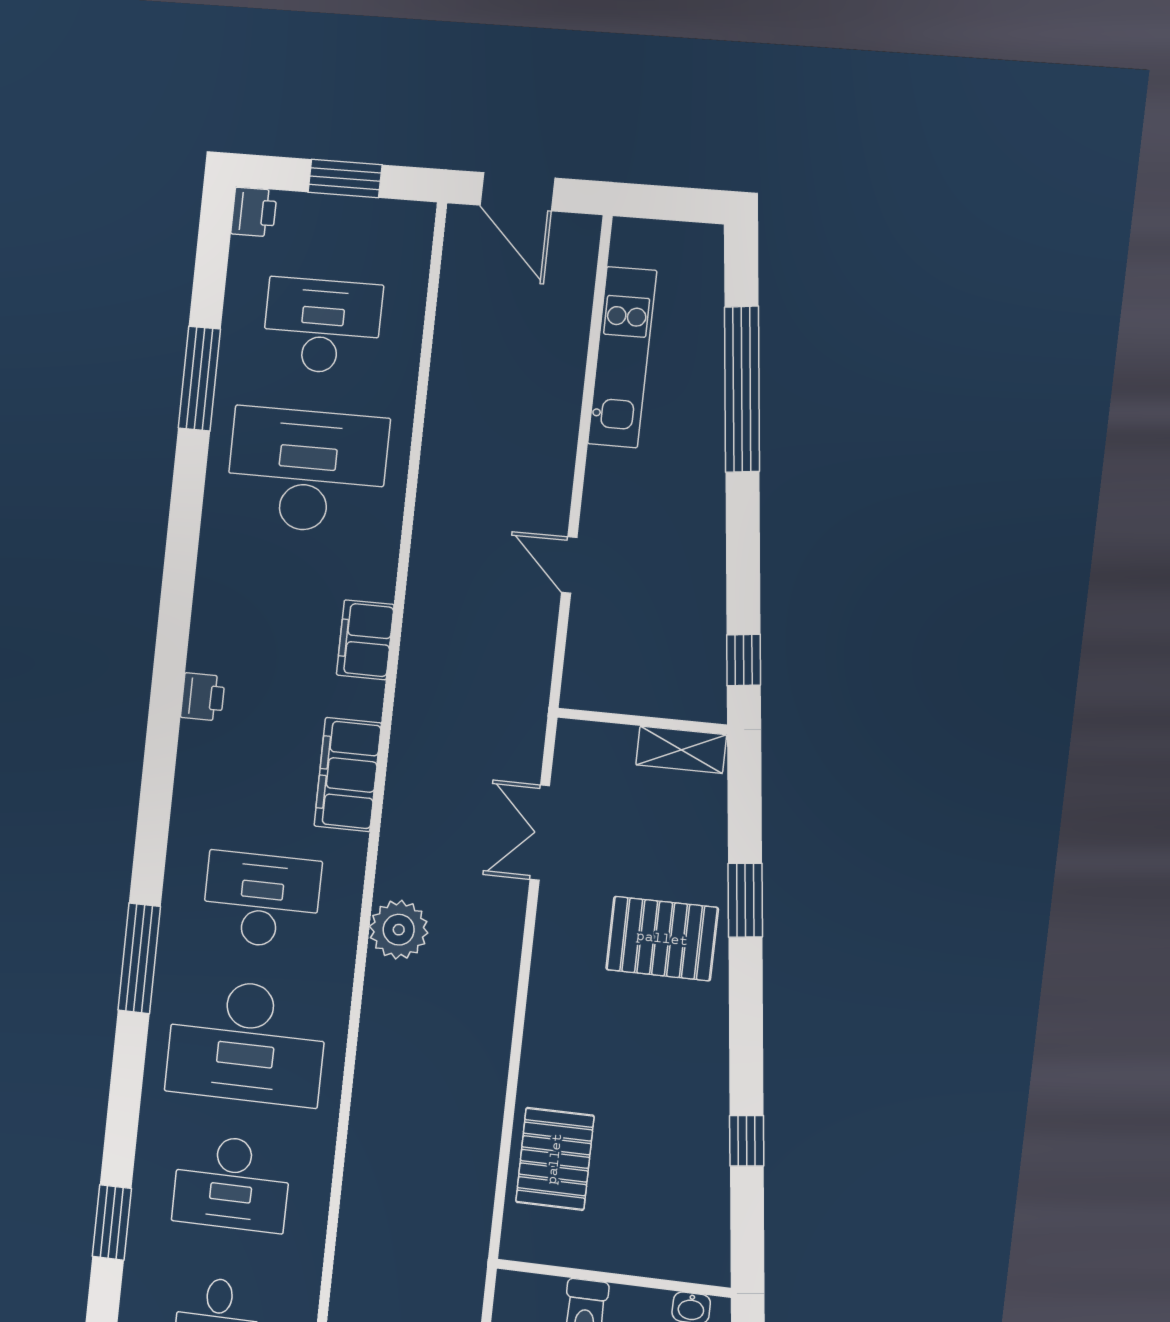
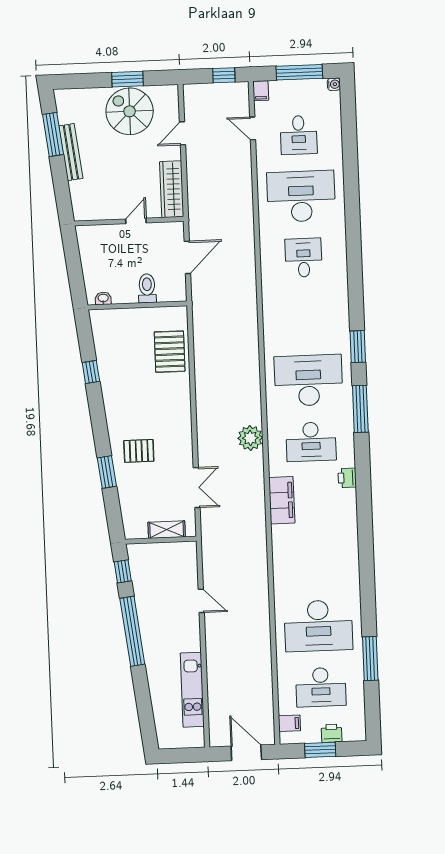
printer: (254, 212) -> (332, 733), moved, turned 90
window: (742, 389) -> (132, 631), moved
filing cabinet: (365, 640) -> (289, 723), moved, width x0.50
printer: (203, 697) -> (347, 478), moved
shelving: (681, 750) -> (167, 530), moved
pallet: (662, 939) -> (139, 451), width x0.67, depth x0.71
desk: (232, 1183) -> (306, 319), removed
window: (112, 1223) -> (358, 347), moved

